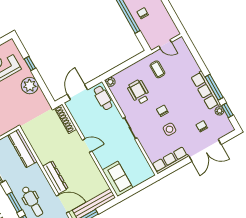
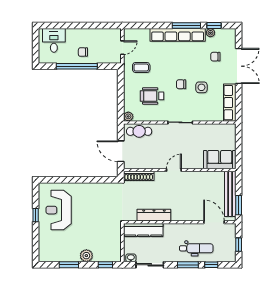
window: (30, 64) -> (71, 180), removed
plant: (30, 86) -> (90, 191), removed
row of seats: (206, 90) -> (178, 35), width x1.36
dresser: (55, 177) -> (154, 215), moved
door: (63, 204) -> (214, 222), hinge flipped

